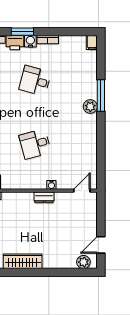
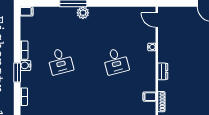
printer: (15, 43) -> (27, 79), removed
desk: (35, 81) -> (60, 61), turned -30
dresser: (44, 197) -> (163, 71), moved

